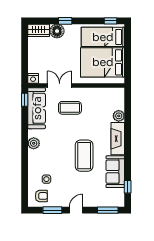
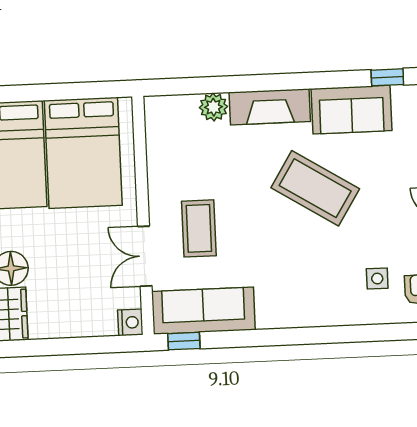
plant: (34, 143) -> (290, 314), removed
coffee table: (84, 156) -> (315, 188), turned 32

